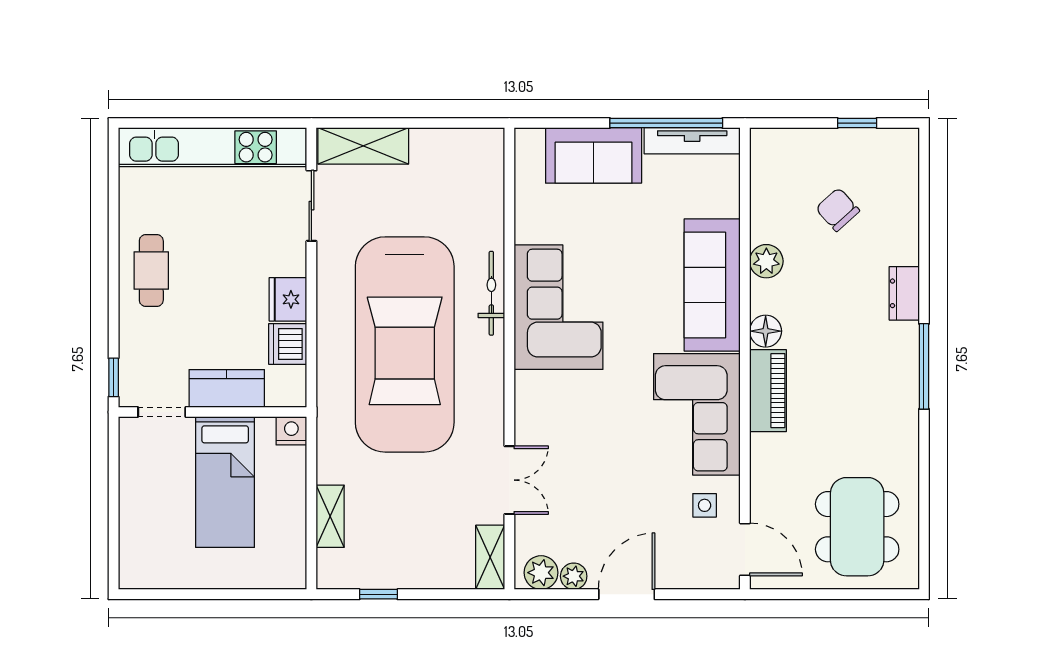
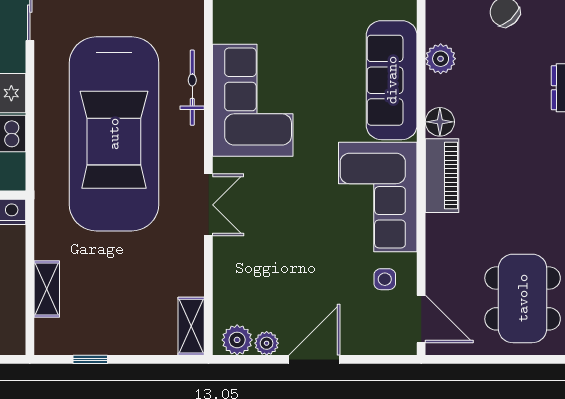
double door: (509, 480) -> (208, 205), moved

